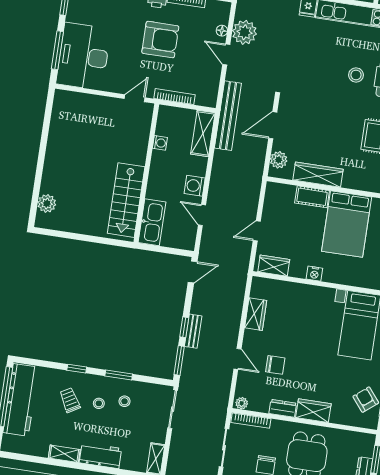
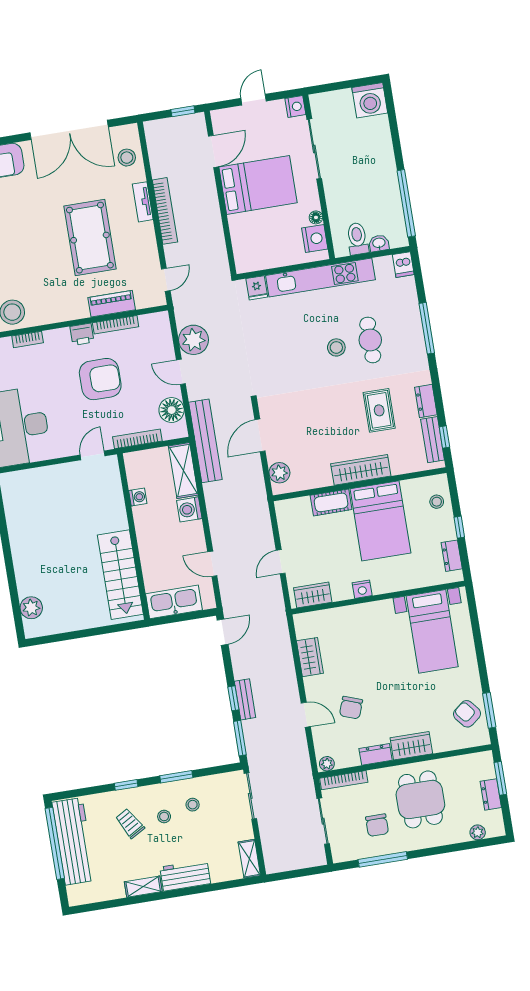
floor lamp: (222, 31) -> (172, 410), moved, width x1.89, depth x1.89
wardrobe: (318, 175) -> (361, 470), moved
washing machine: (195, 186) -> (189, 509), moved
kitchen sink: (152, 222) -> (174, 602), moved, turned -90
chair: (275, 365) -> (351, 708), turned 110

